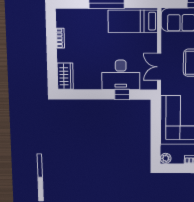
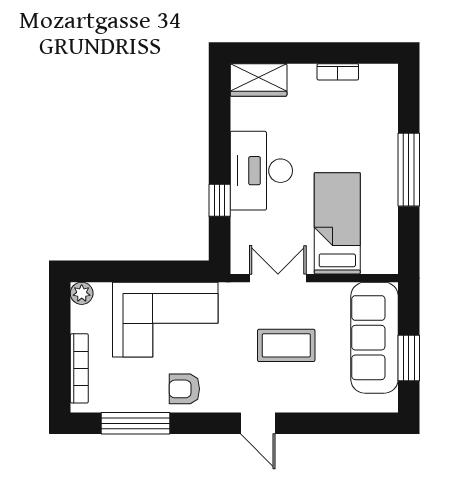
bed: (133, 21) -> (337, 223), moved
desk: (121, 75) -> (261, 171), moved

